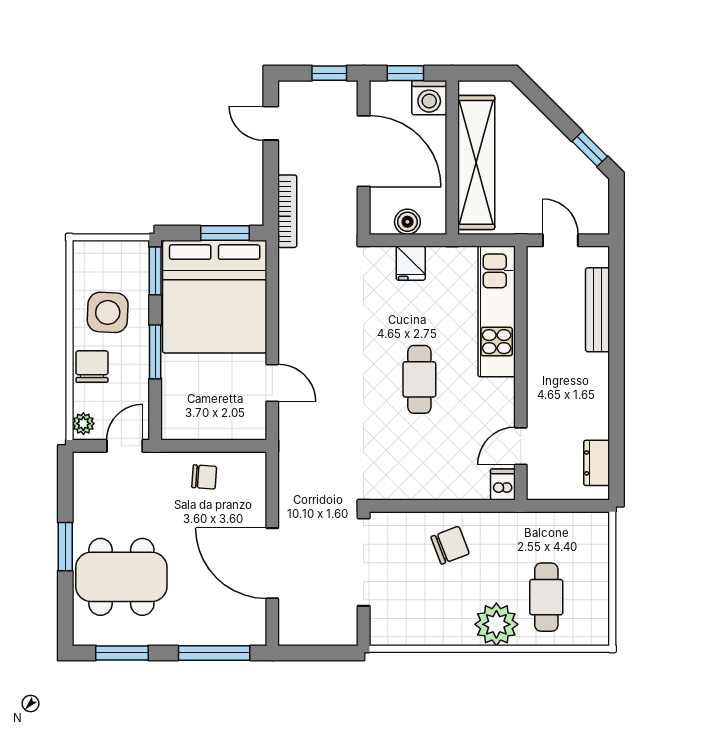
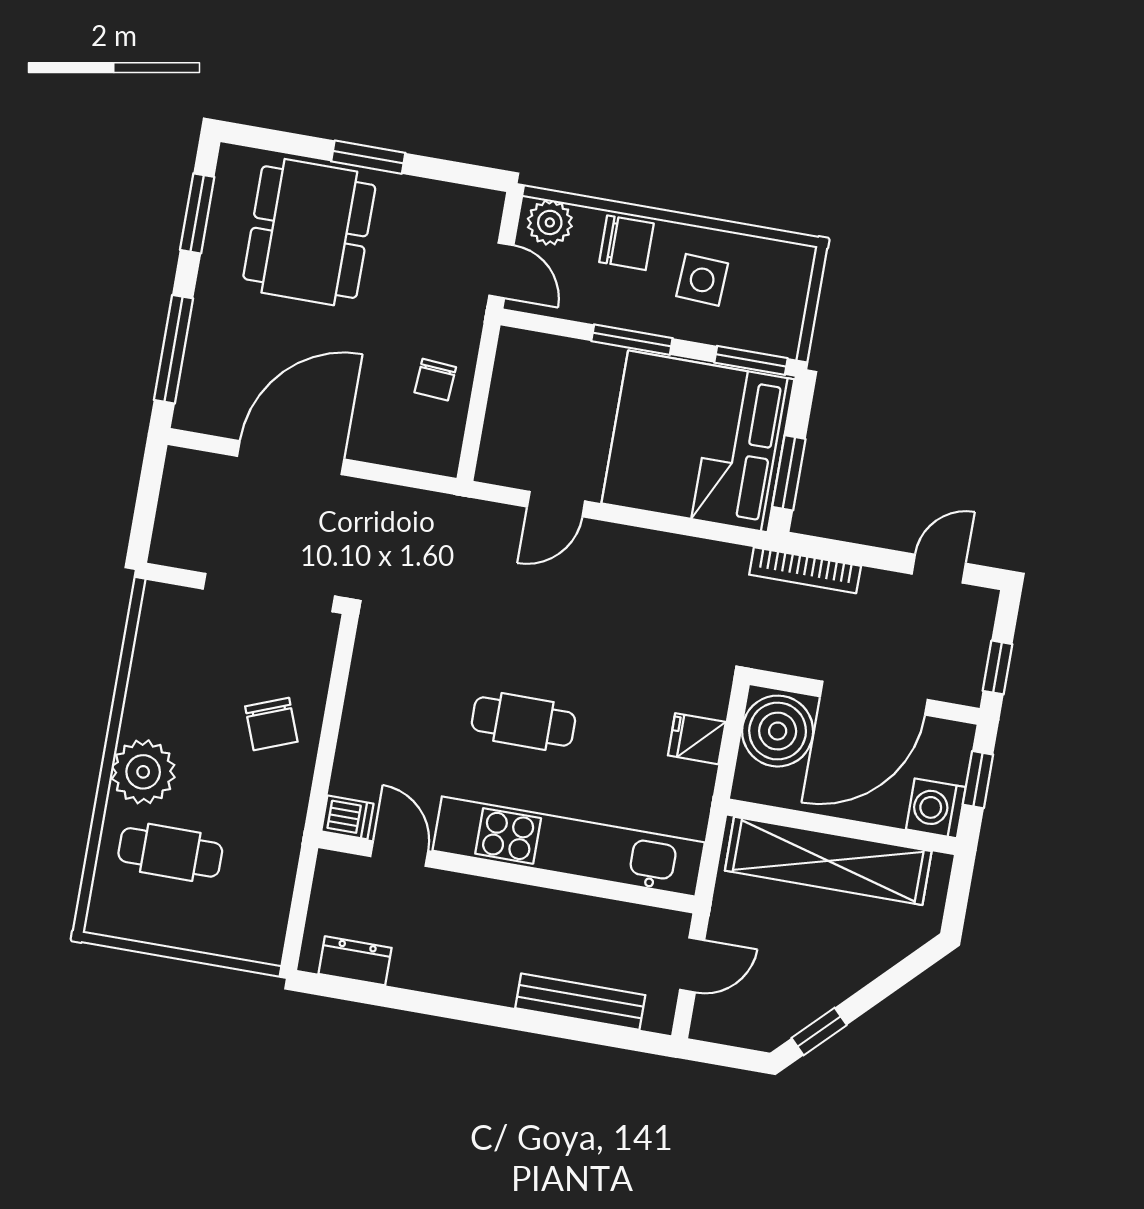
boiler: (407, 222) -> (778, 731), width x1.86, depth x1.86
kitchen unit: (497, 311) -> (569, 846), width x1.36
side table: (108, 312) -> (702, 280), width x0.73, depth x0.73
plant: (83, 424) -> (550, 222), width x1.38, depth x1.38

